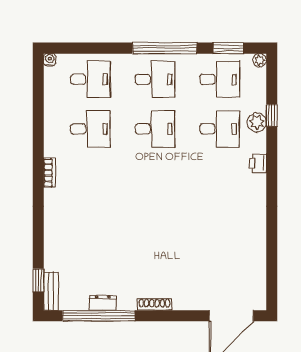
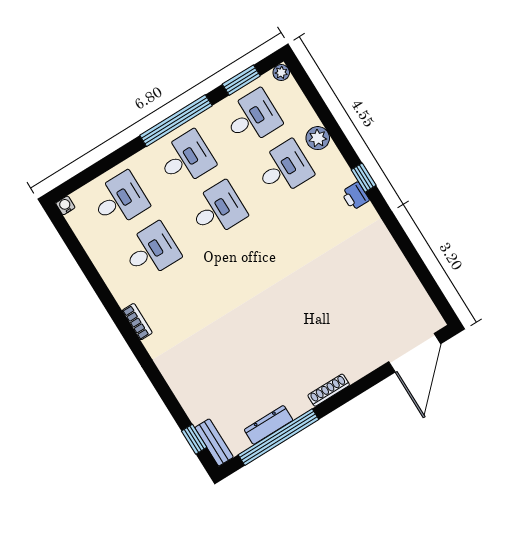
window: (272, 115) -> (364, 178), moved
printer: (258, 163) -> (355, 196), moved
dresser: (103, 303) -> (269, 425), width x1.44

